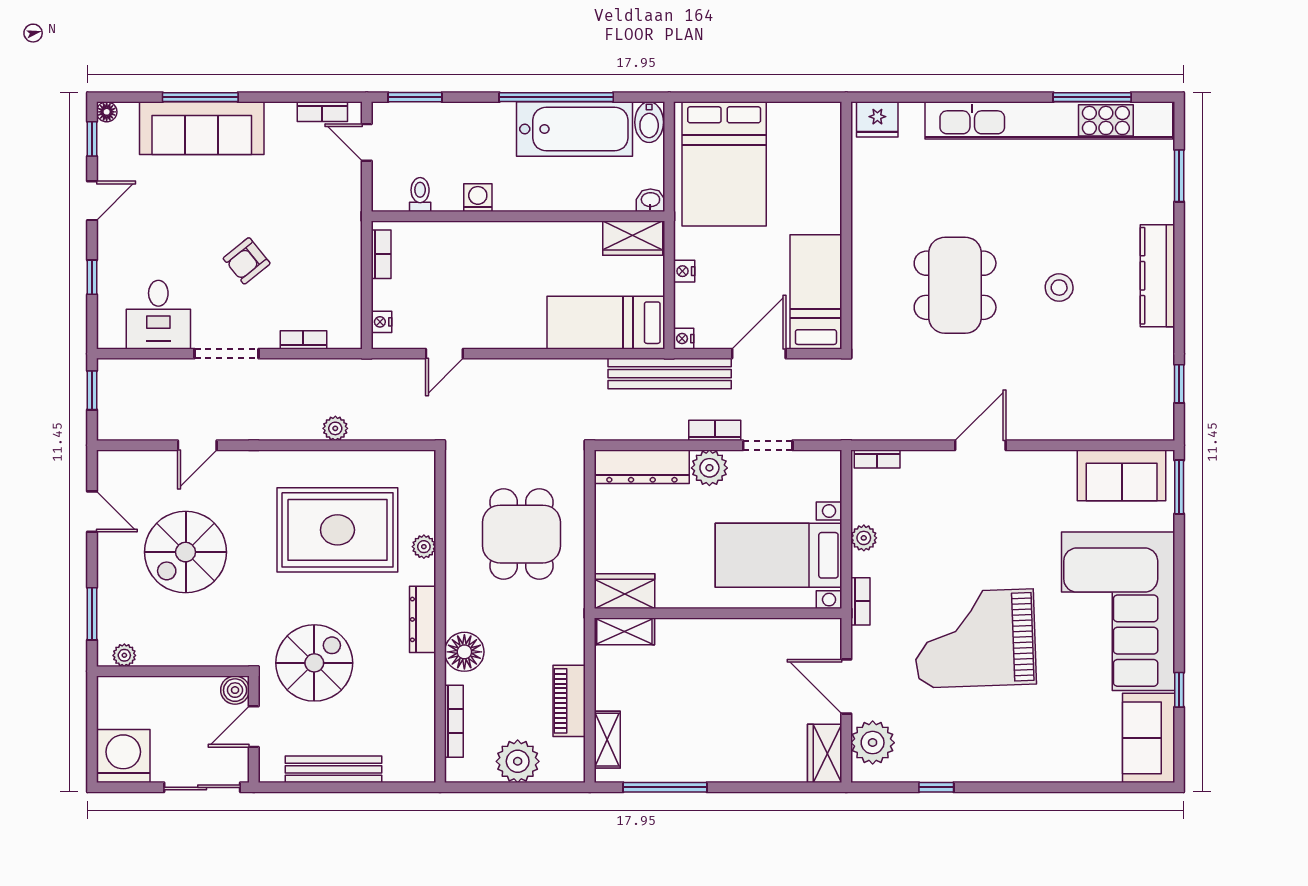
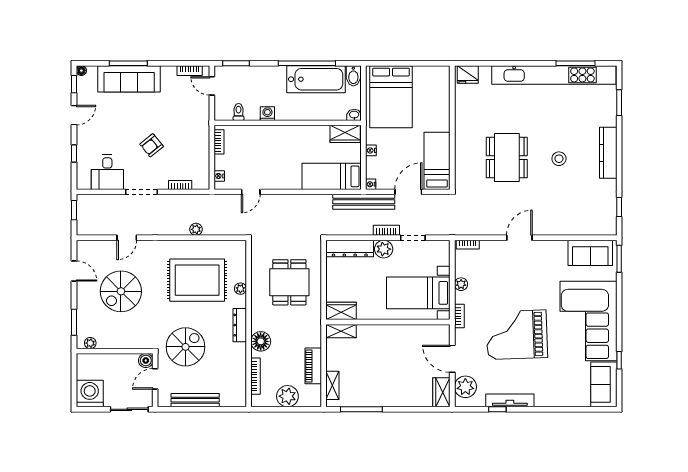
tv unit: (961, 770) -> (510, 400), added

